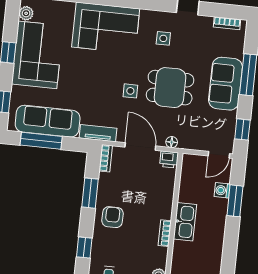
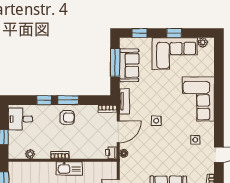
dining table: (170, 88) -> (162, 148), removed
sofa: (48, 121) -> (129, 65), width x0.73
window: (90, 193) -> (68, 100), moved

